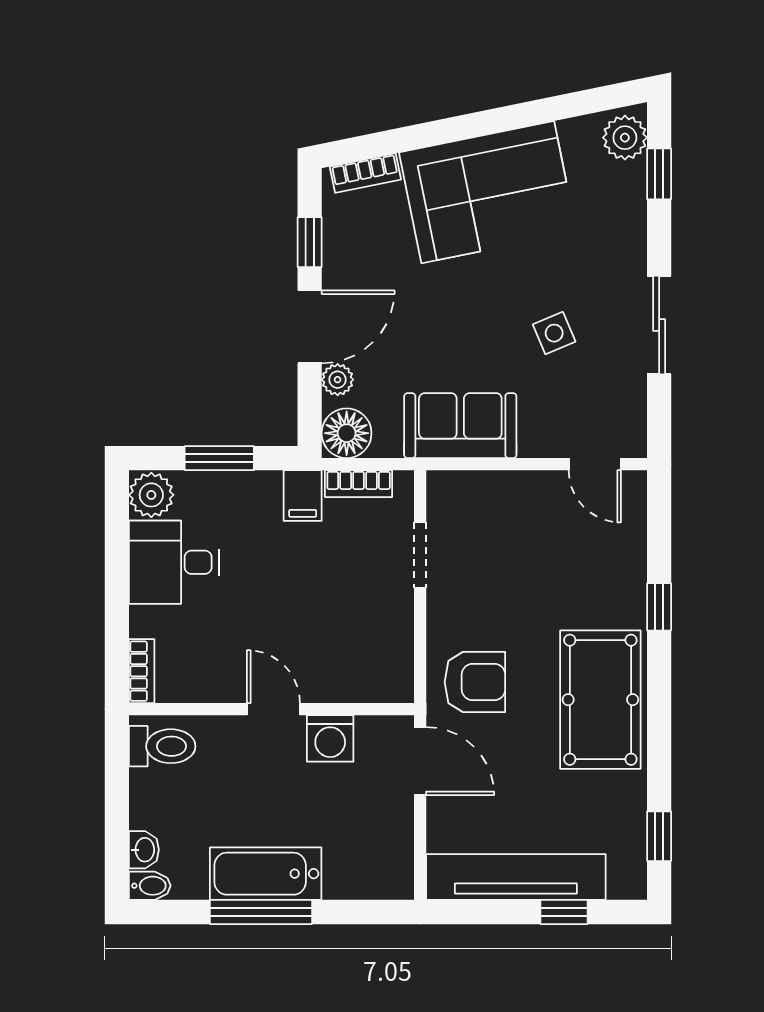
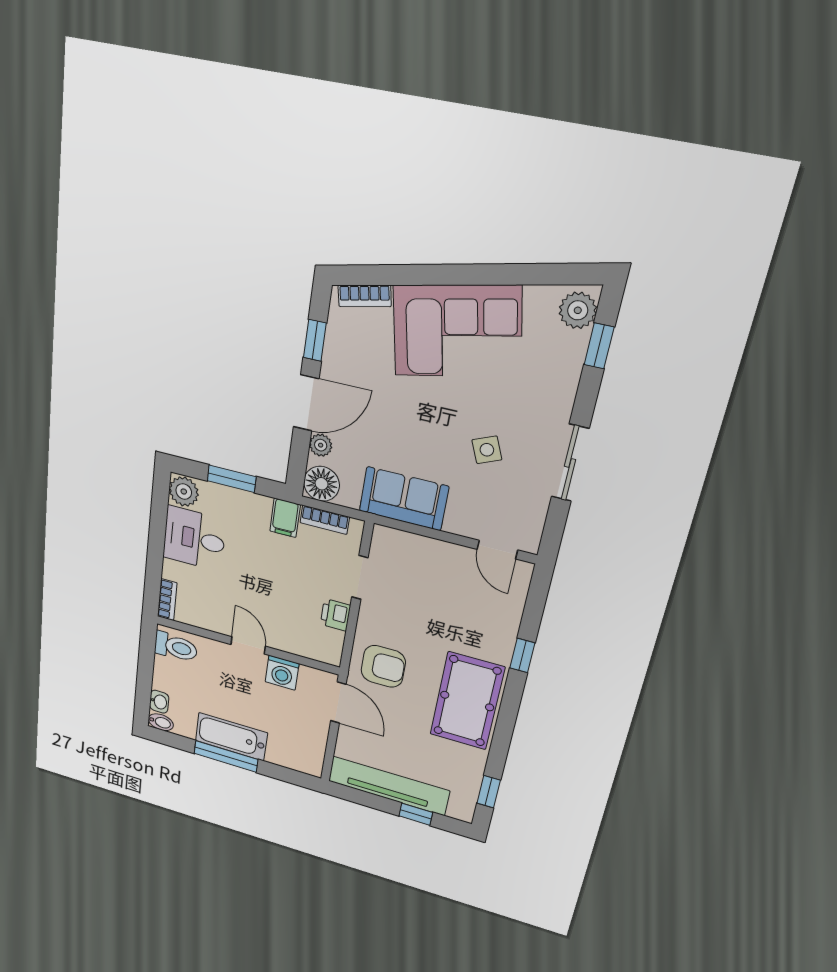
printer: (395, 622) -> (335, 615), added

